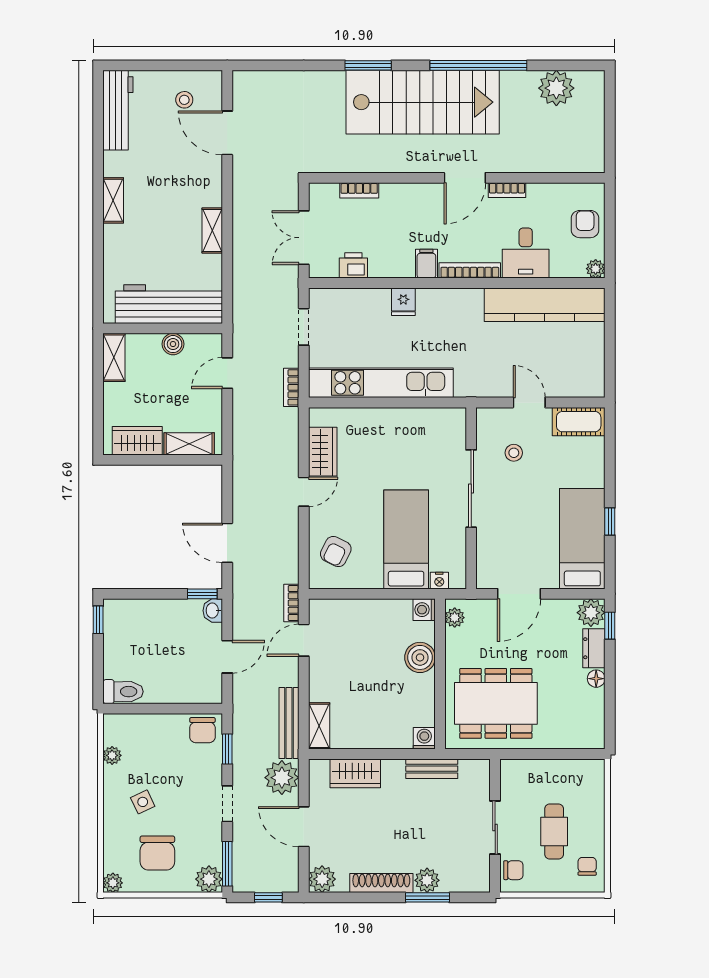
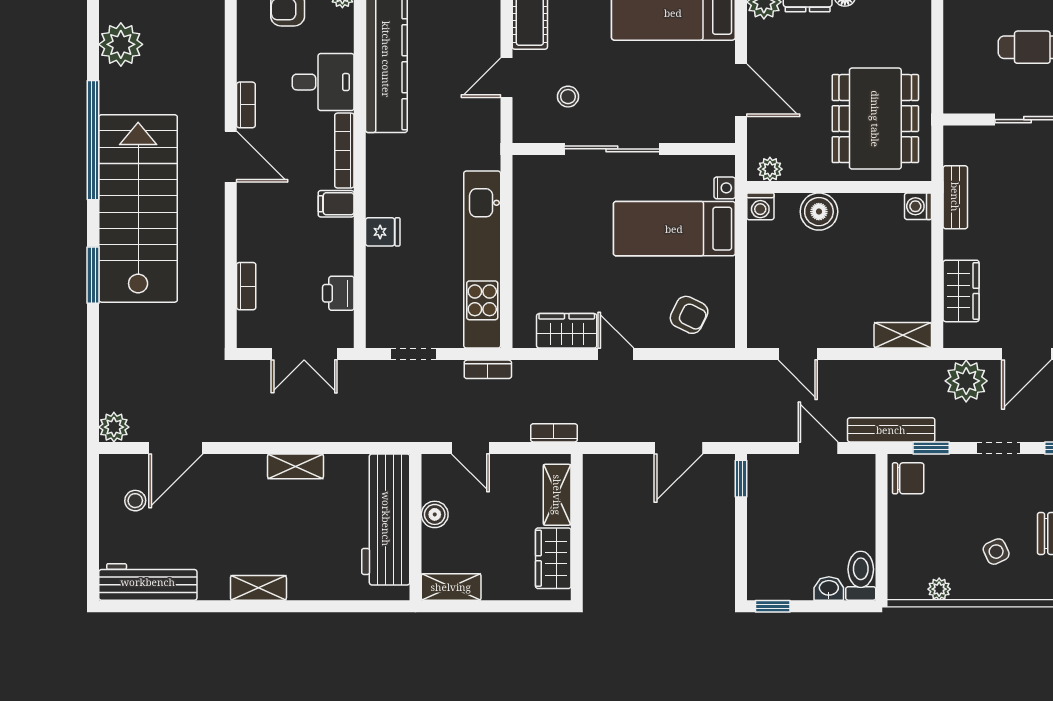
plant: (244, 82) -> (114, 427), added
bookcase: (291, 603) -> (554, 433), moved, turned 180
washbasin: (213, 611) -> (829, 589), moved, turned 180
bench: (289, 723) -> (891, 430), moved

